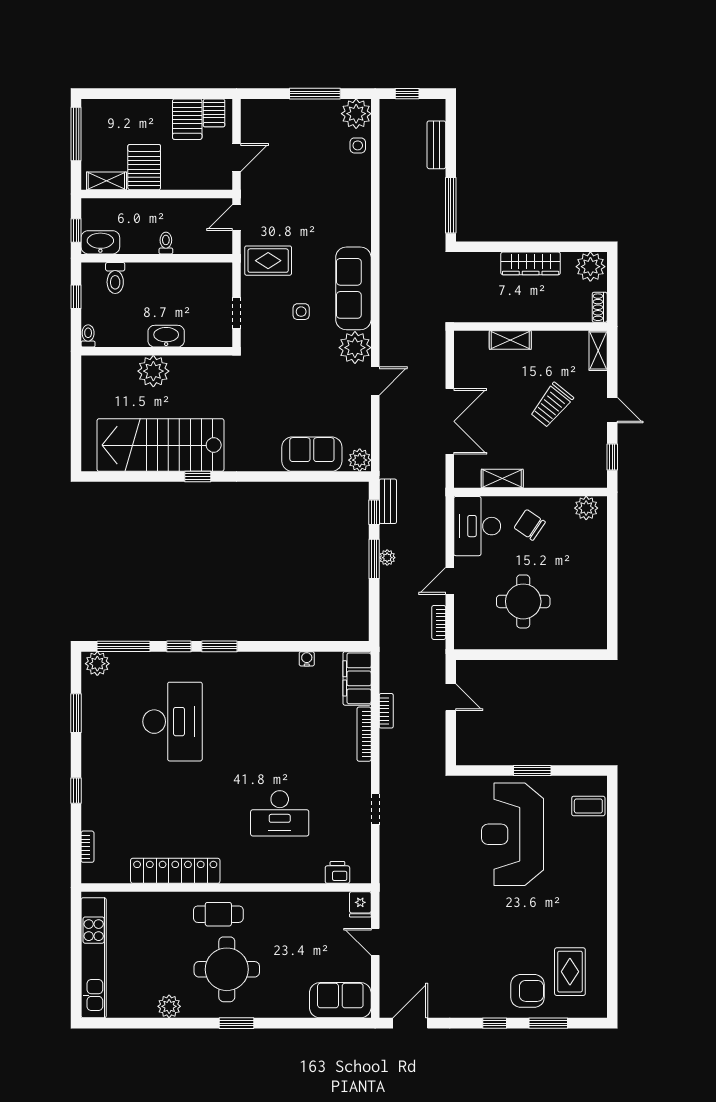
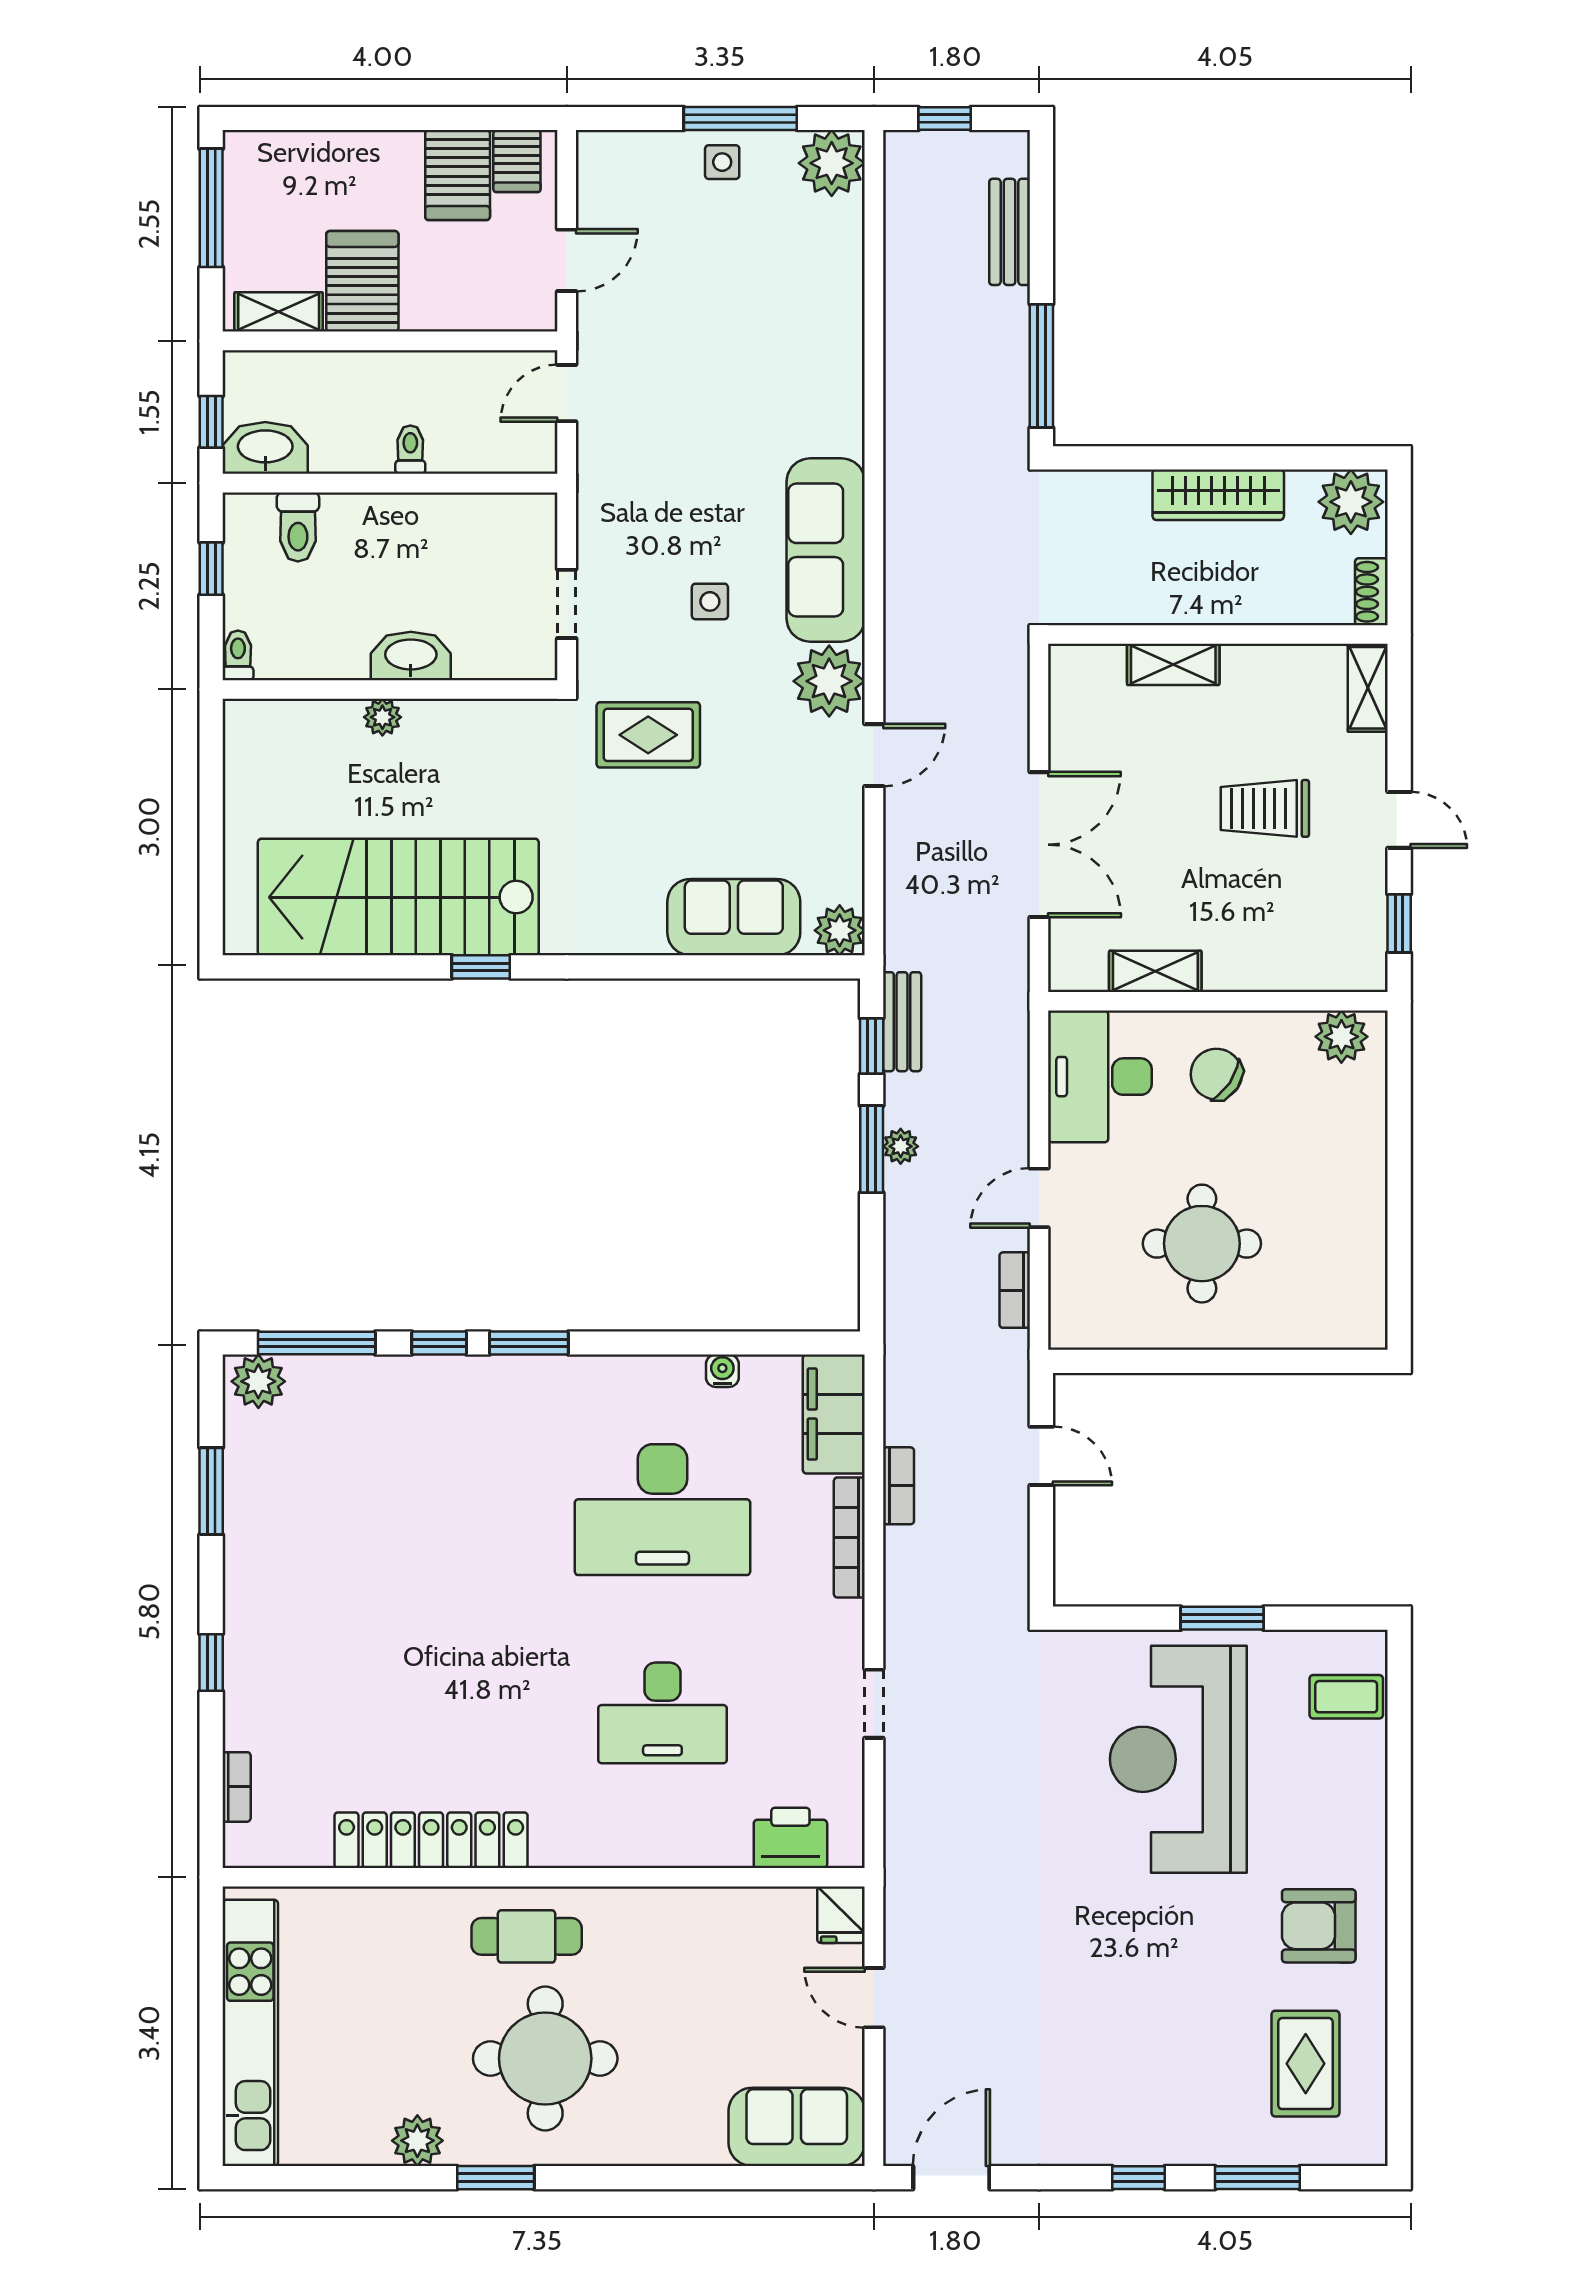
side table: (358, 145) -> (722, 162), moved
rug: (268, 261) -> (648, 735), moved
plant: (153, 371) -> (382, 717), width x0.53, depth x0.53
trolley: (552, 405) -> (1265, 808), turned 51
desk: (172, 722) -> (662, 1510), moved, turned 90
printer: (337, 872) -> (790, 1838), width x1.36, depth x1.24
armchair: (528, 991) -> (1319, 1926), moved, turned 180
window: (236, 1023) -> (496, 2178), moved

